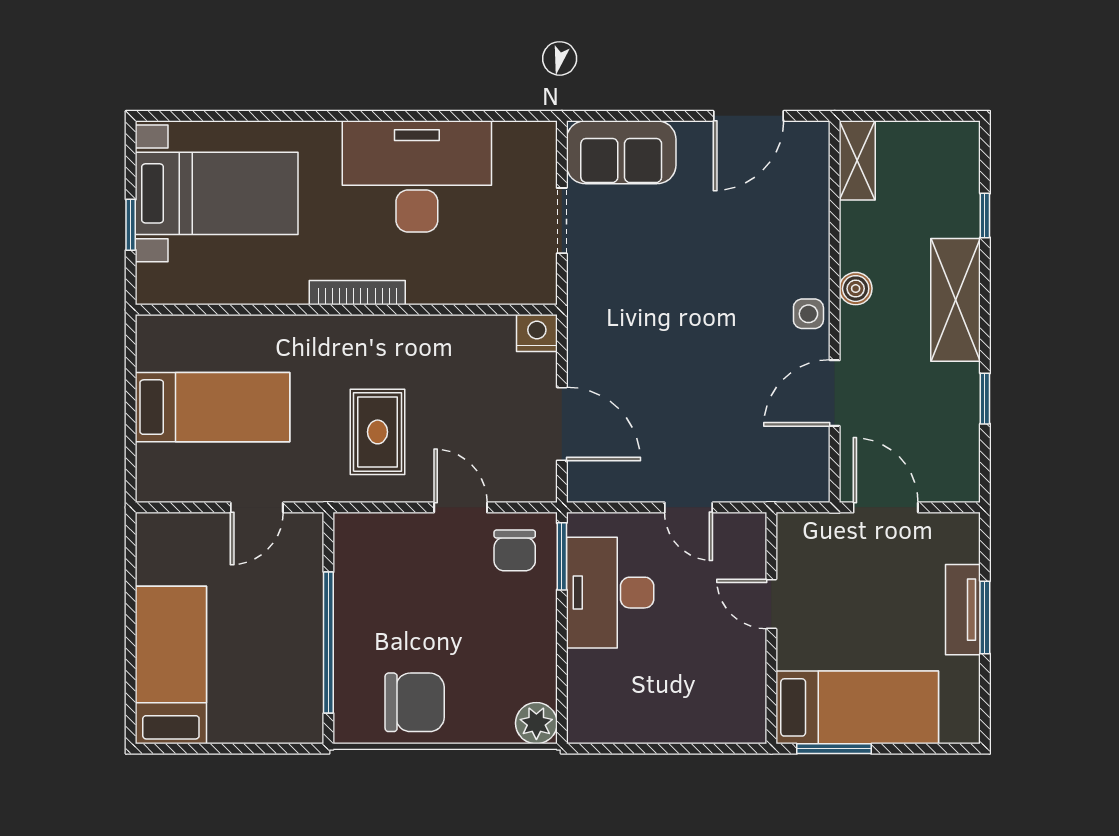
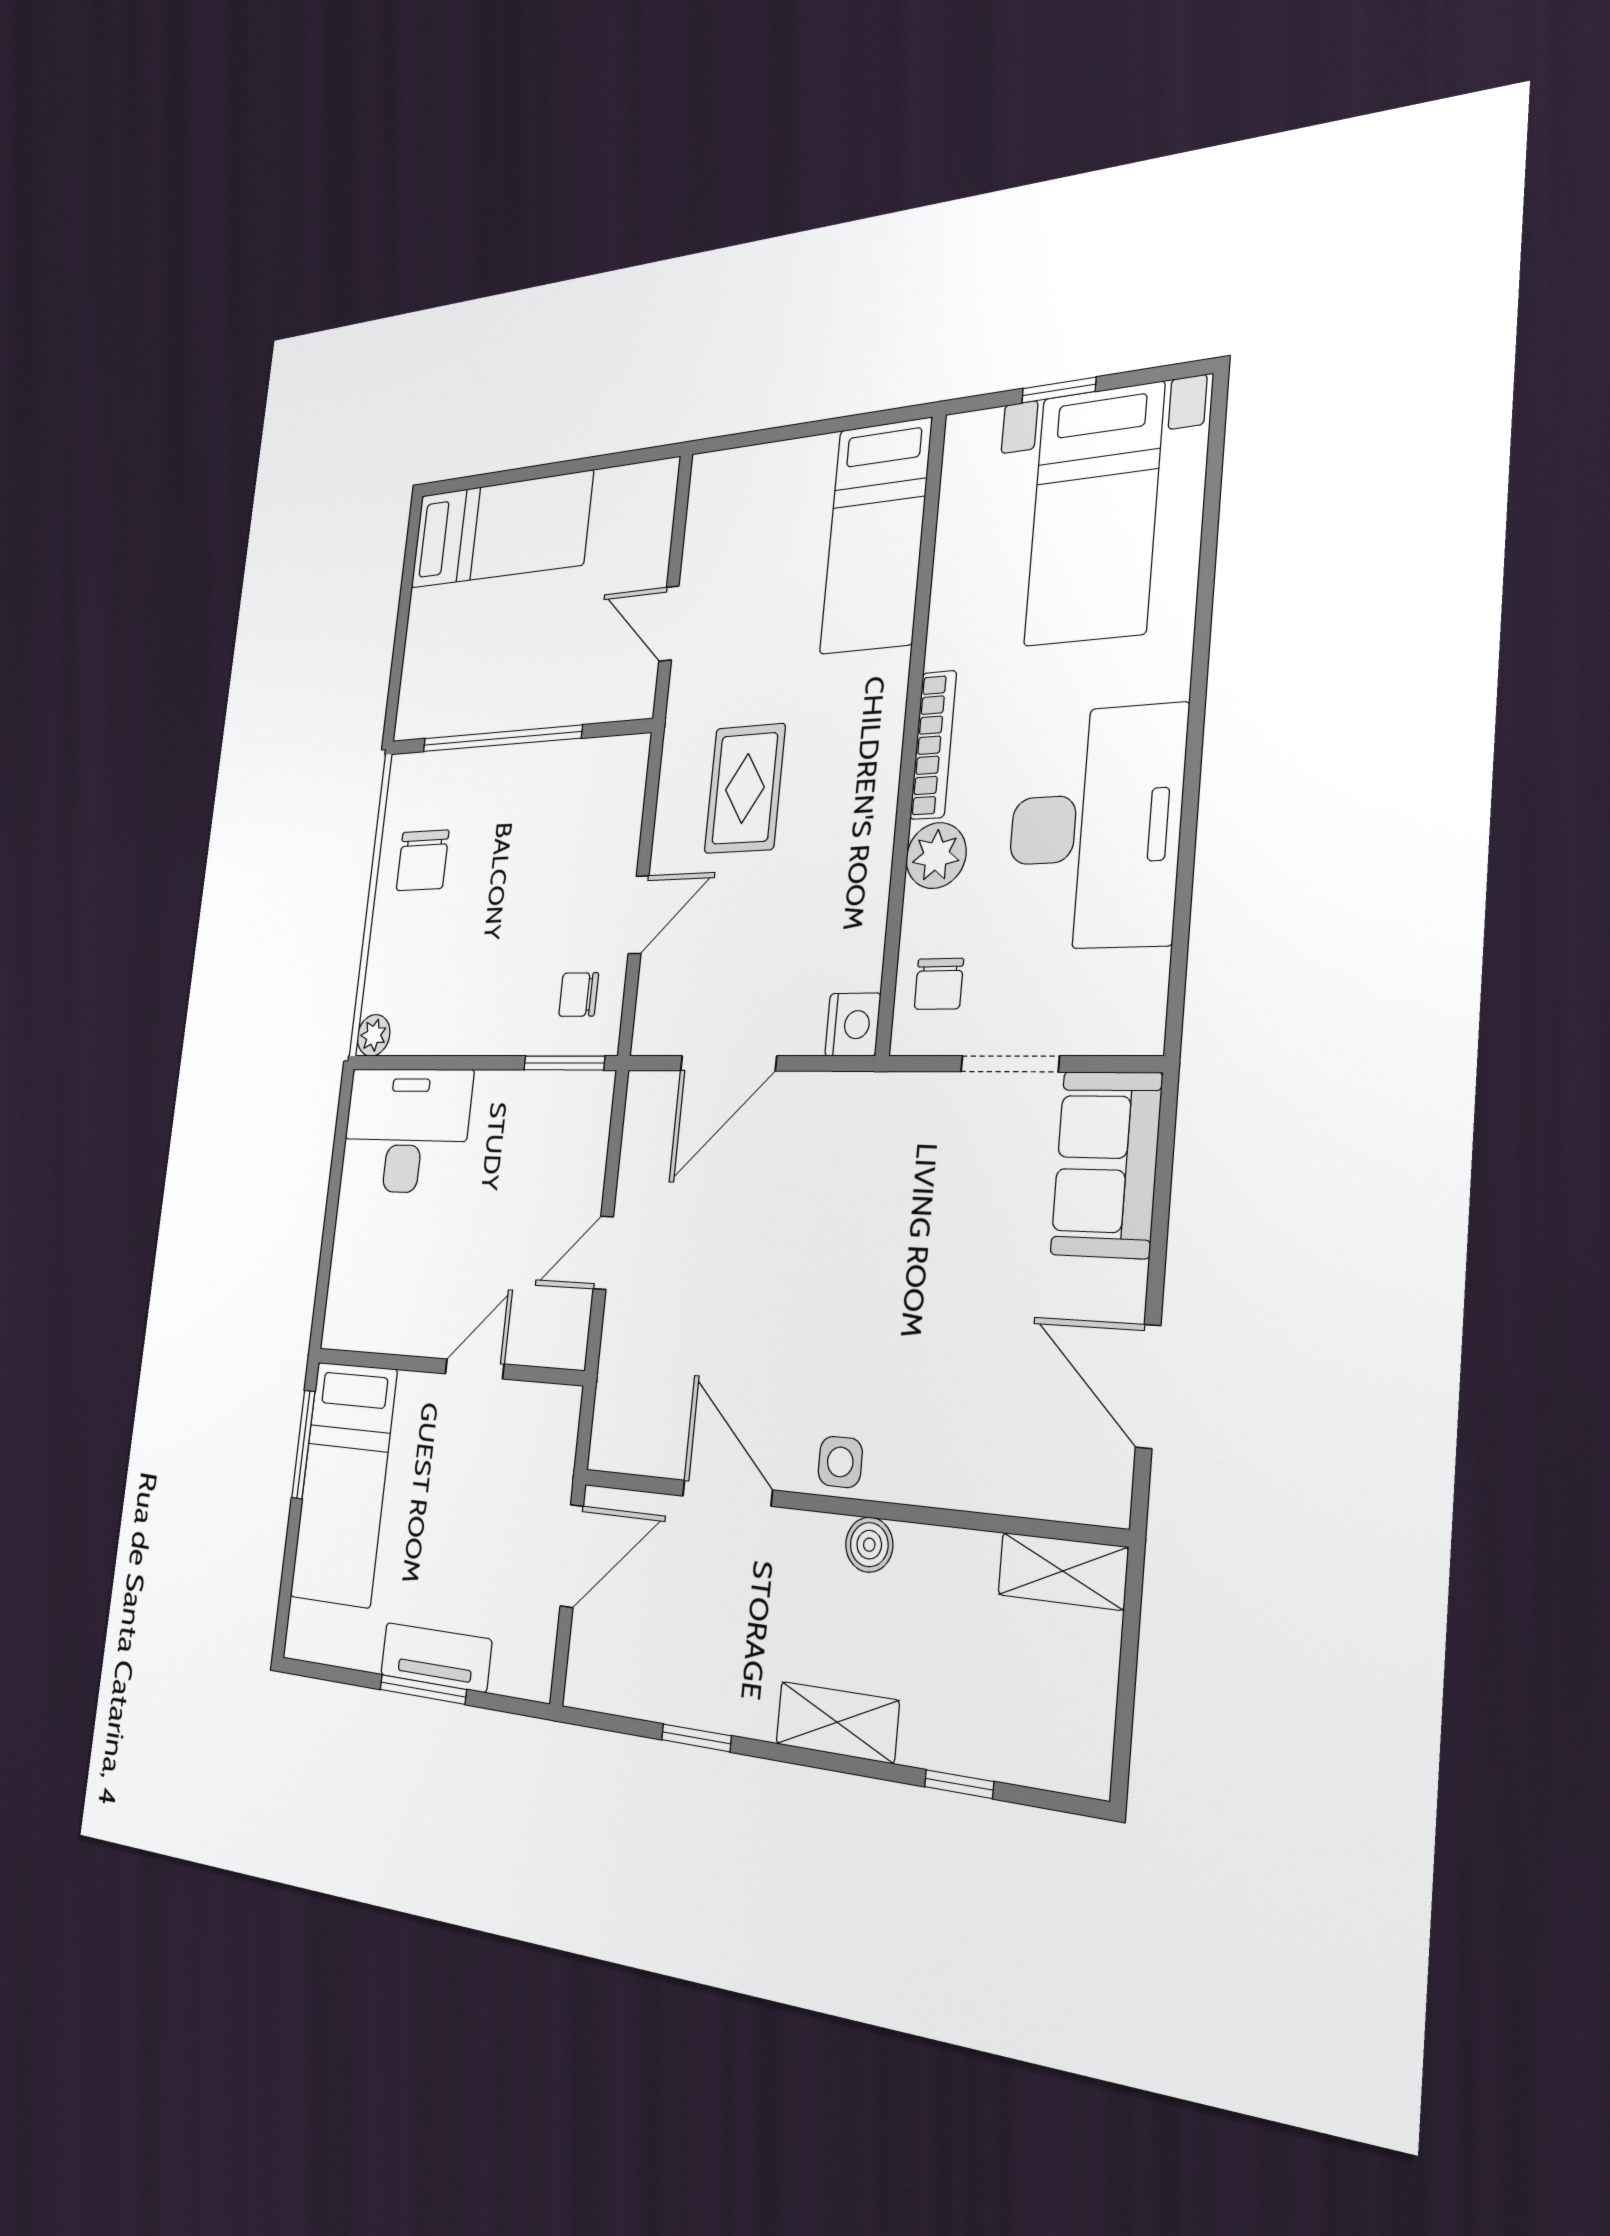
chair: (512, 274) -> (939, 984), added
plant: (430, 284) -> (936, 856), added
shelving: (956, 300) -> (837, 1722), width x0.67, depth x0.75
bed: (213, 407) -> (876, 536), moved
rug: (378, 432) -> (745, 788), turned 90
chair: (515, 550) -> (579, 995), width x0.73, depth x0.73
desk: (610, 593) -> (406, 1130), moved
chair: (415, 702) -> (422, 860), width x0.73, depth x0.73
plant: (536, 723) -> (374, 1035), width x0.73, depth x0.73

